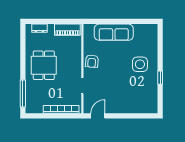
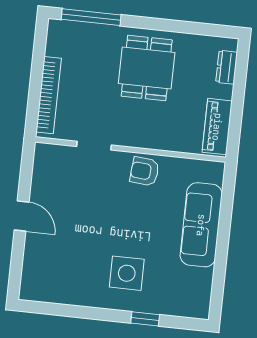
dining table: (44, 65) -> (147, 68), turned 90
window: (160, 78) -> (145, 319), moved
door: (98, 116) -> (22, 216), moved

